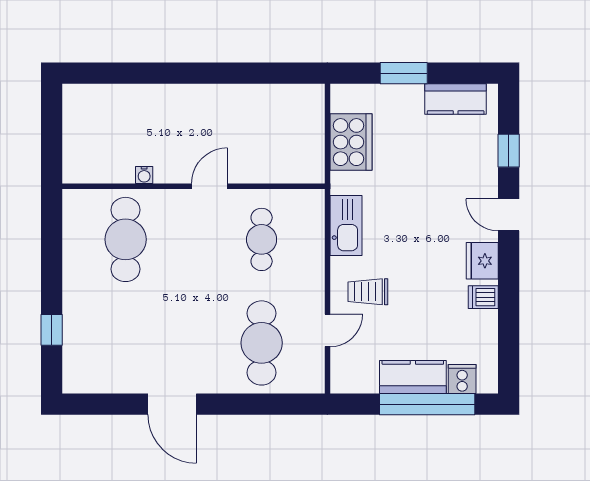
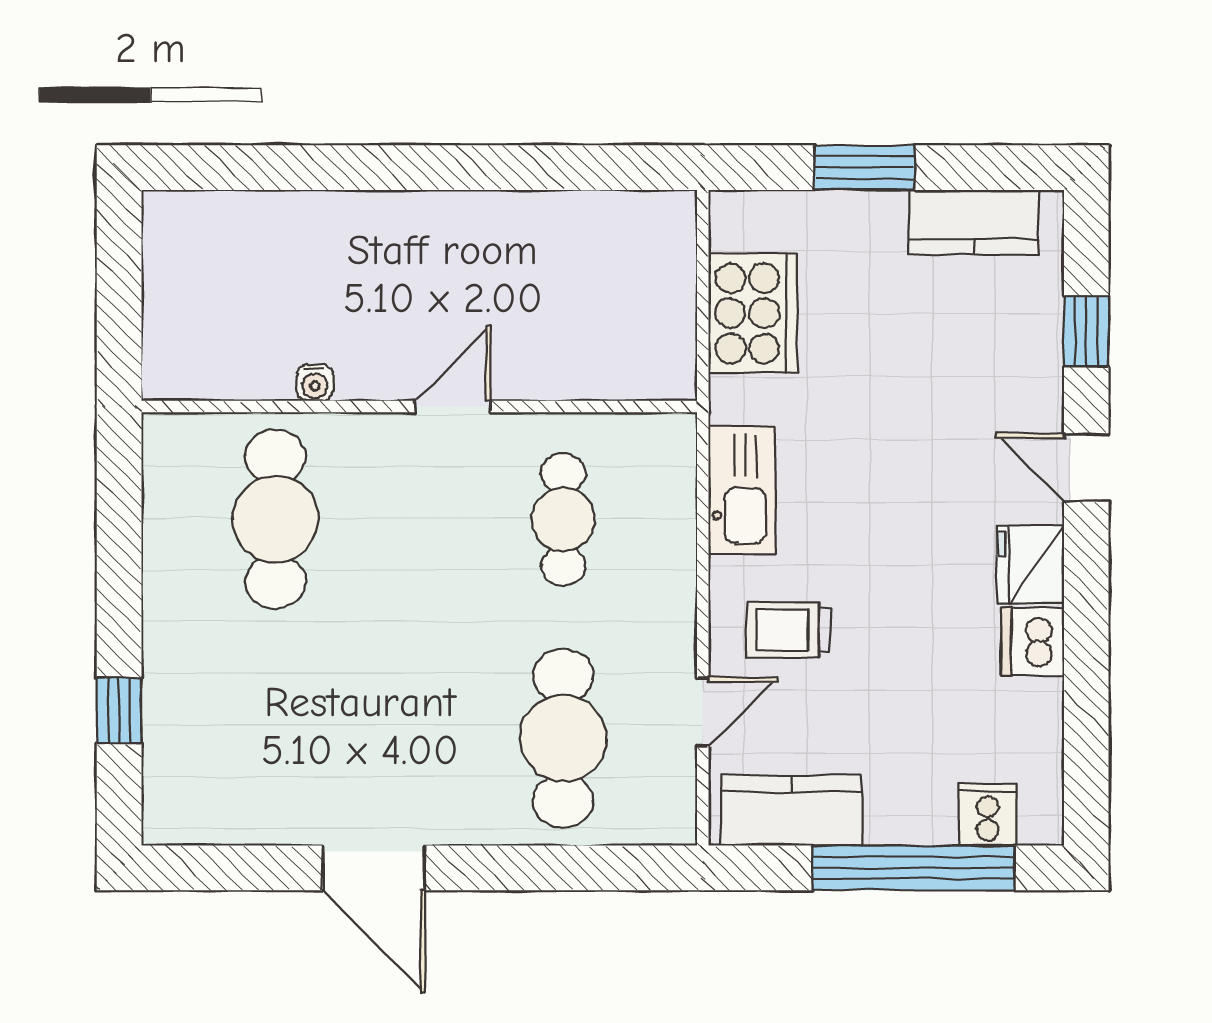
dishwasher: (483, 297) -> (1033, 642), width x1.38
kitchen counter: (413, 377) -> (792, 810), moved

